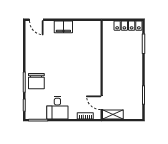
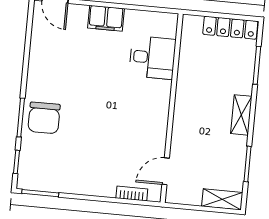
shelving: (138, 70) -> (241, 115), added
door: (102, 103) -> (166, 171), hinge flipped
desk: (57, 108) -> (152, 57), moved, turned -90
shelving: (113, 115) -> (222, 199), moved

